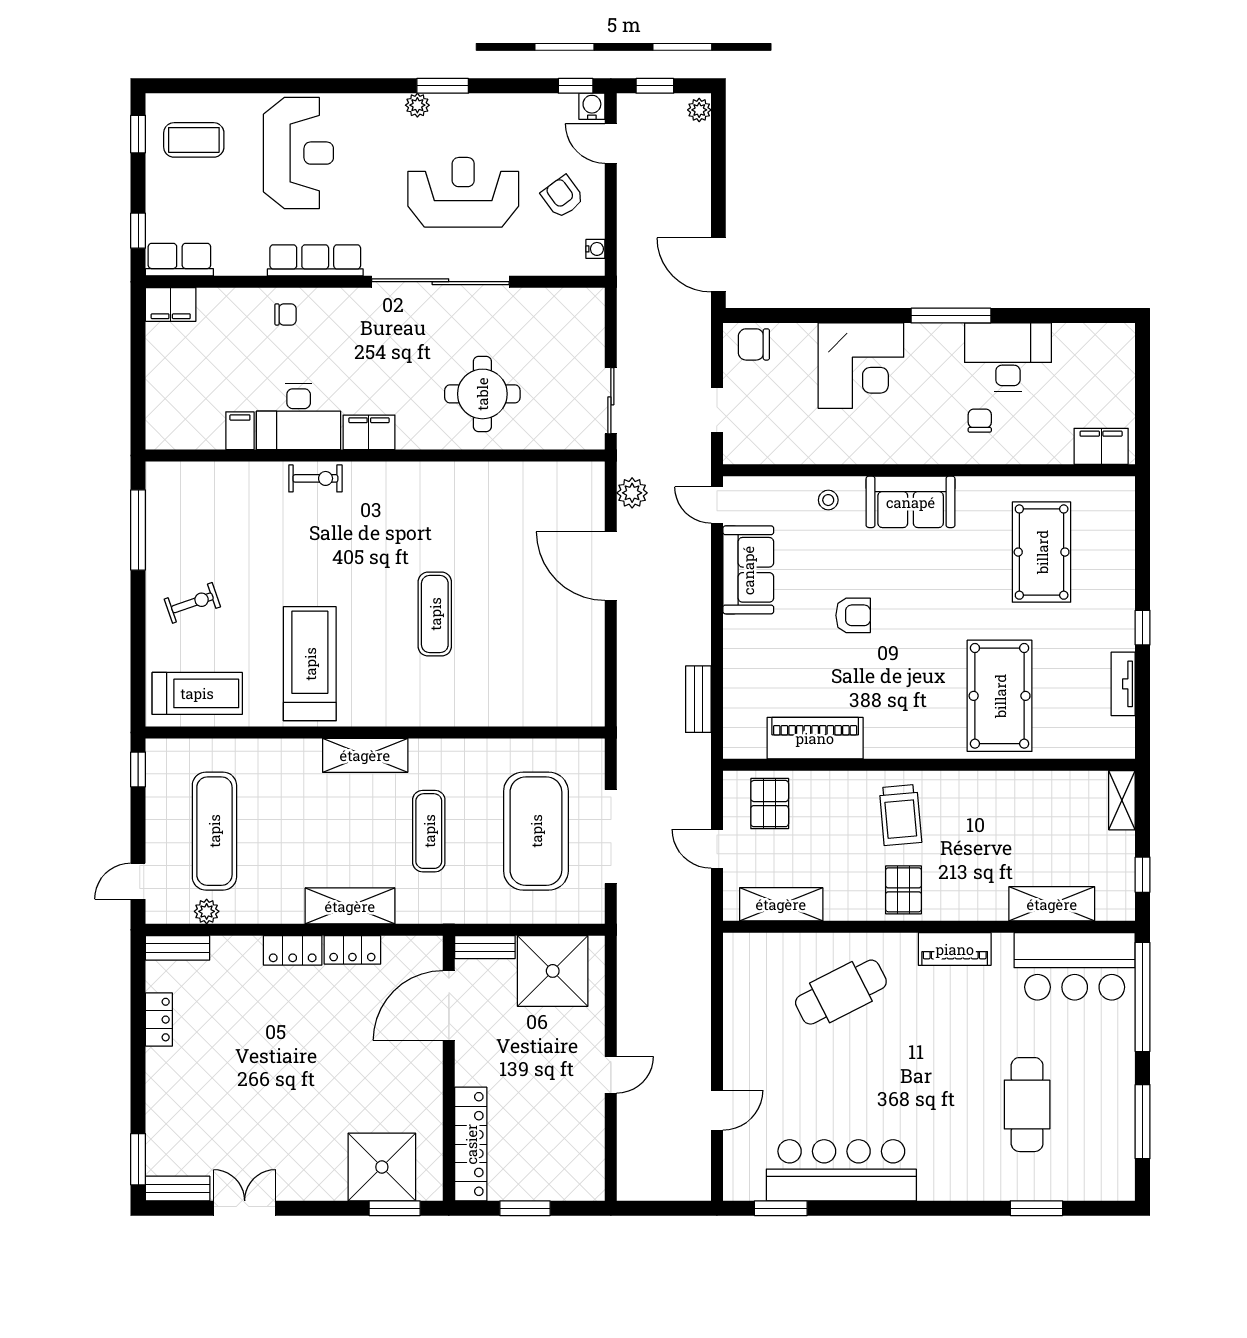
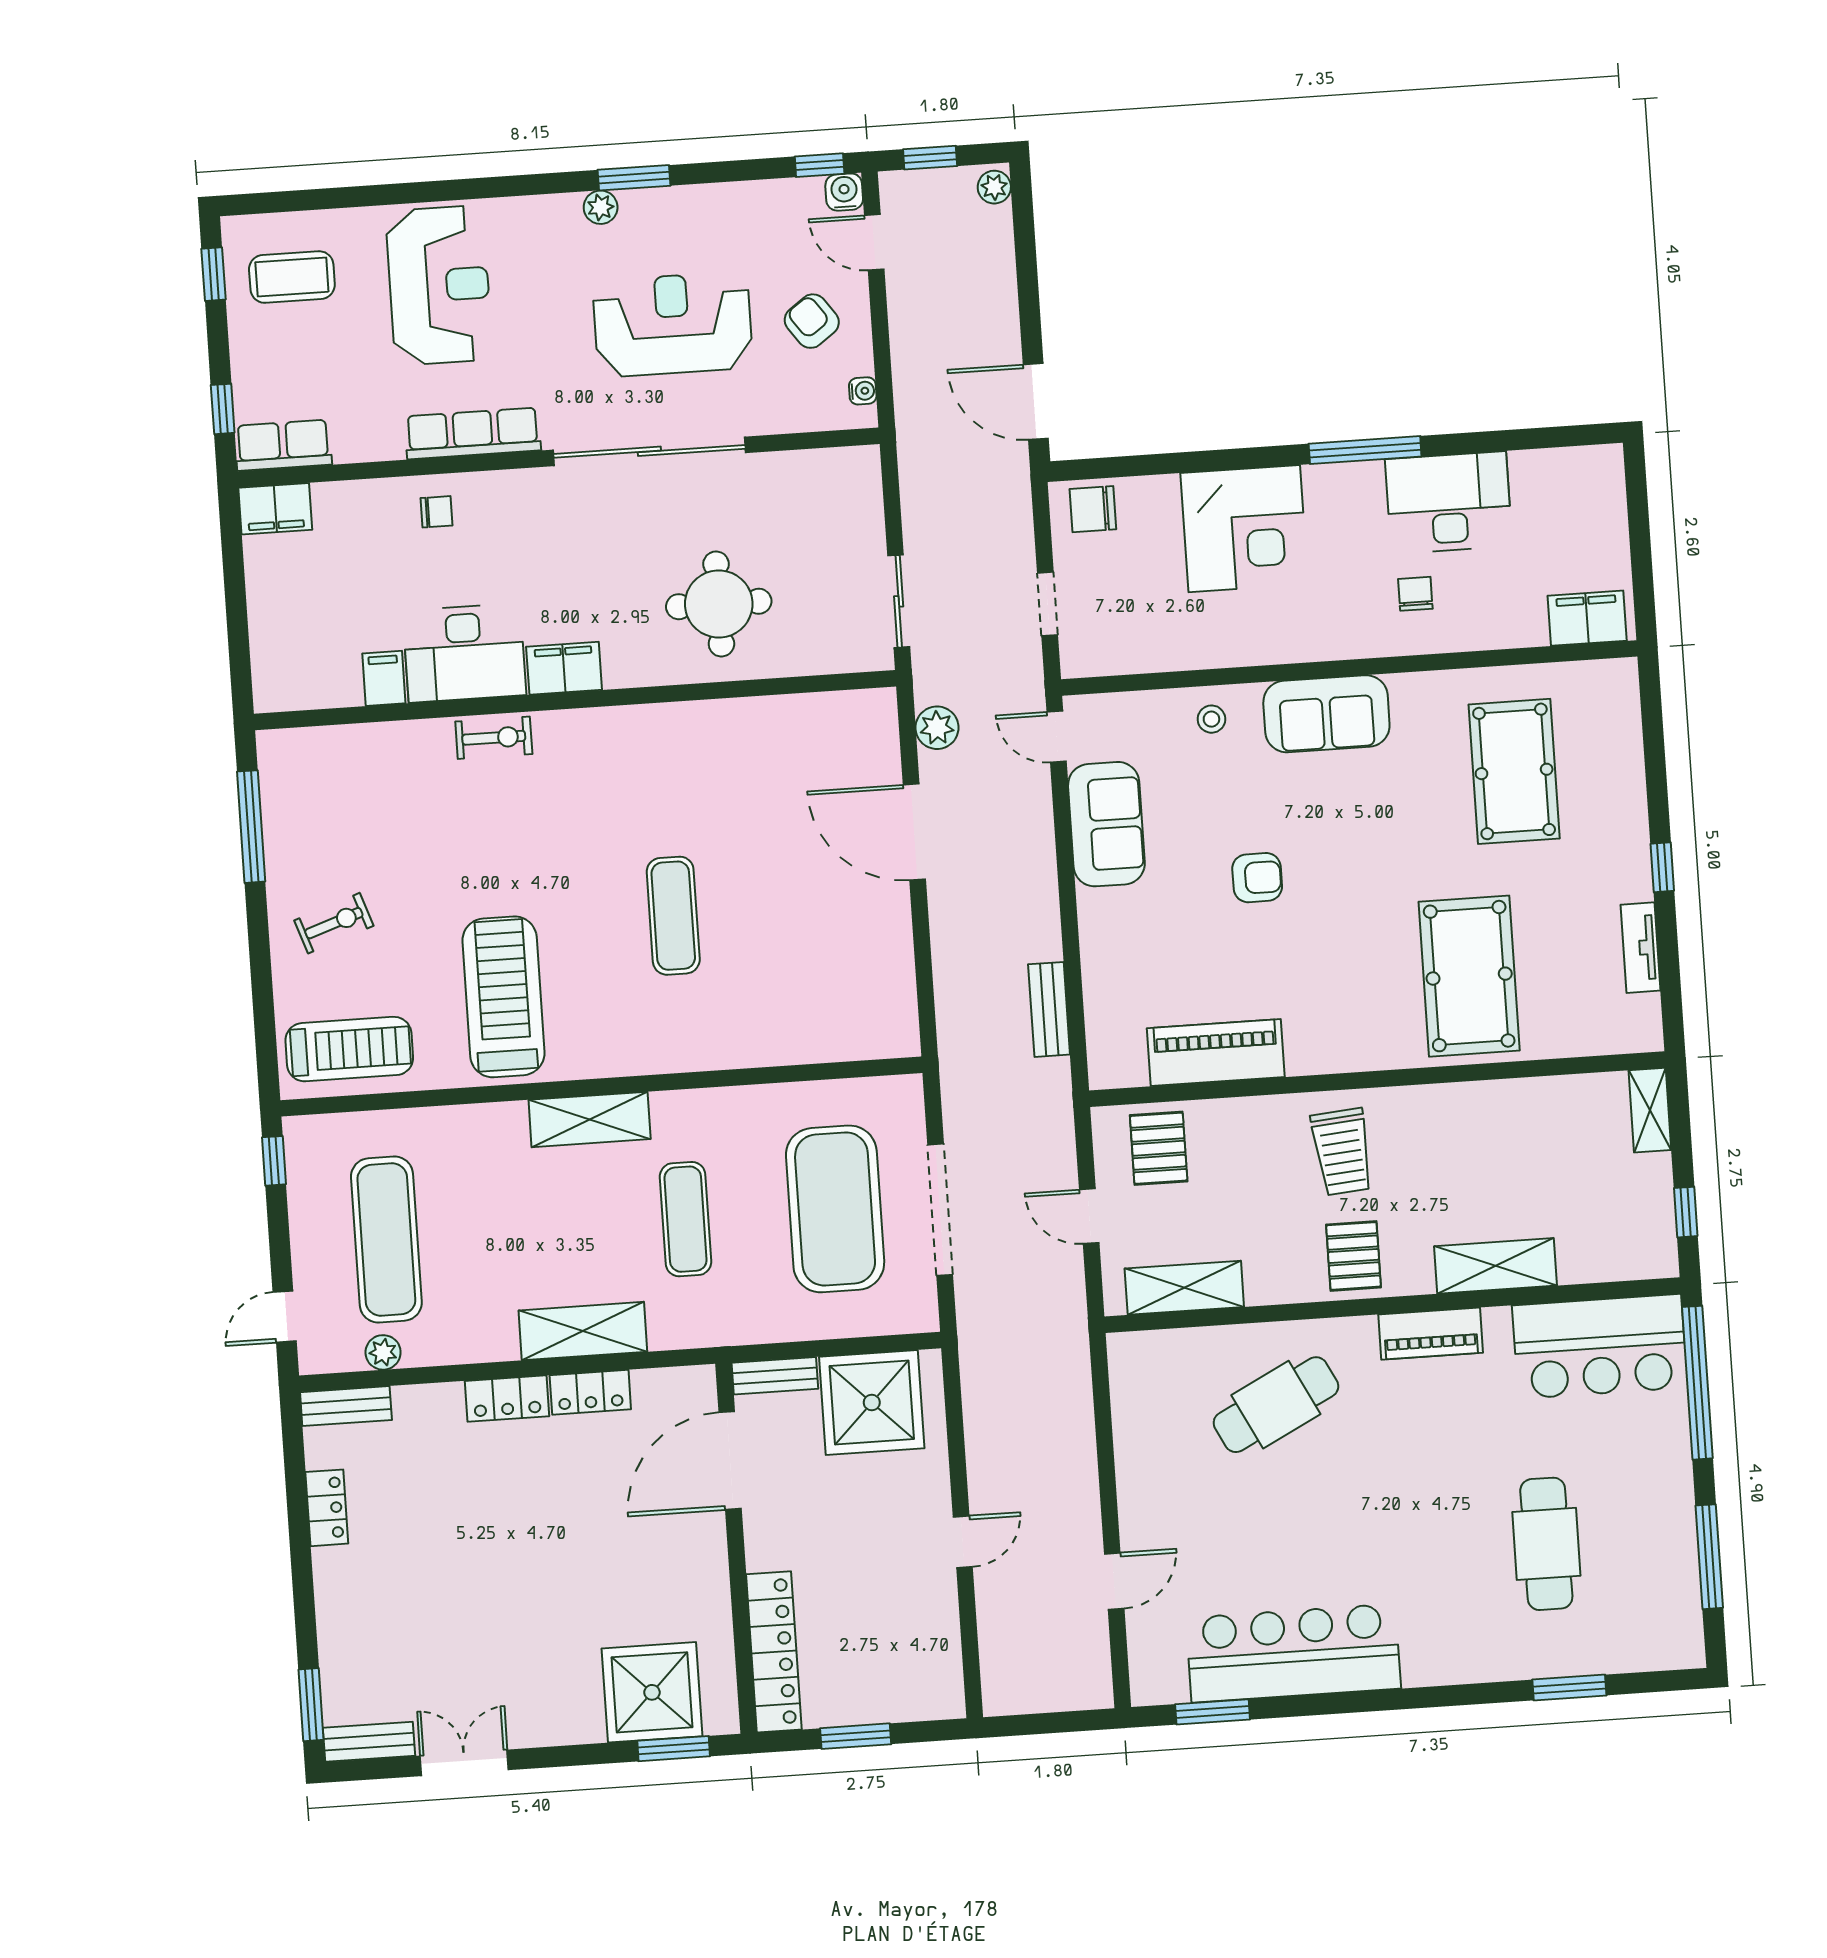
shelving: (1052, 904) -> (1496, 1266), moved

